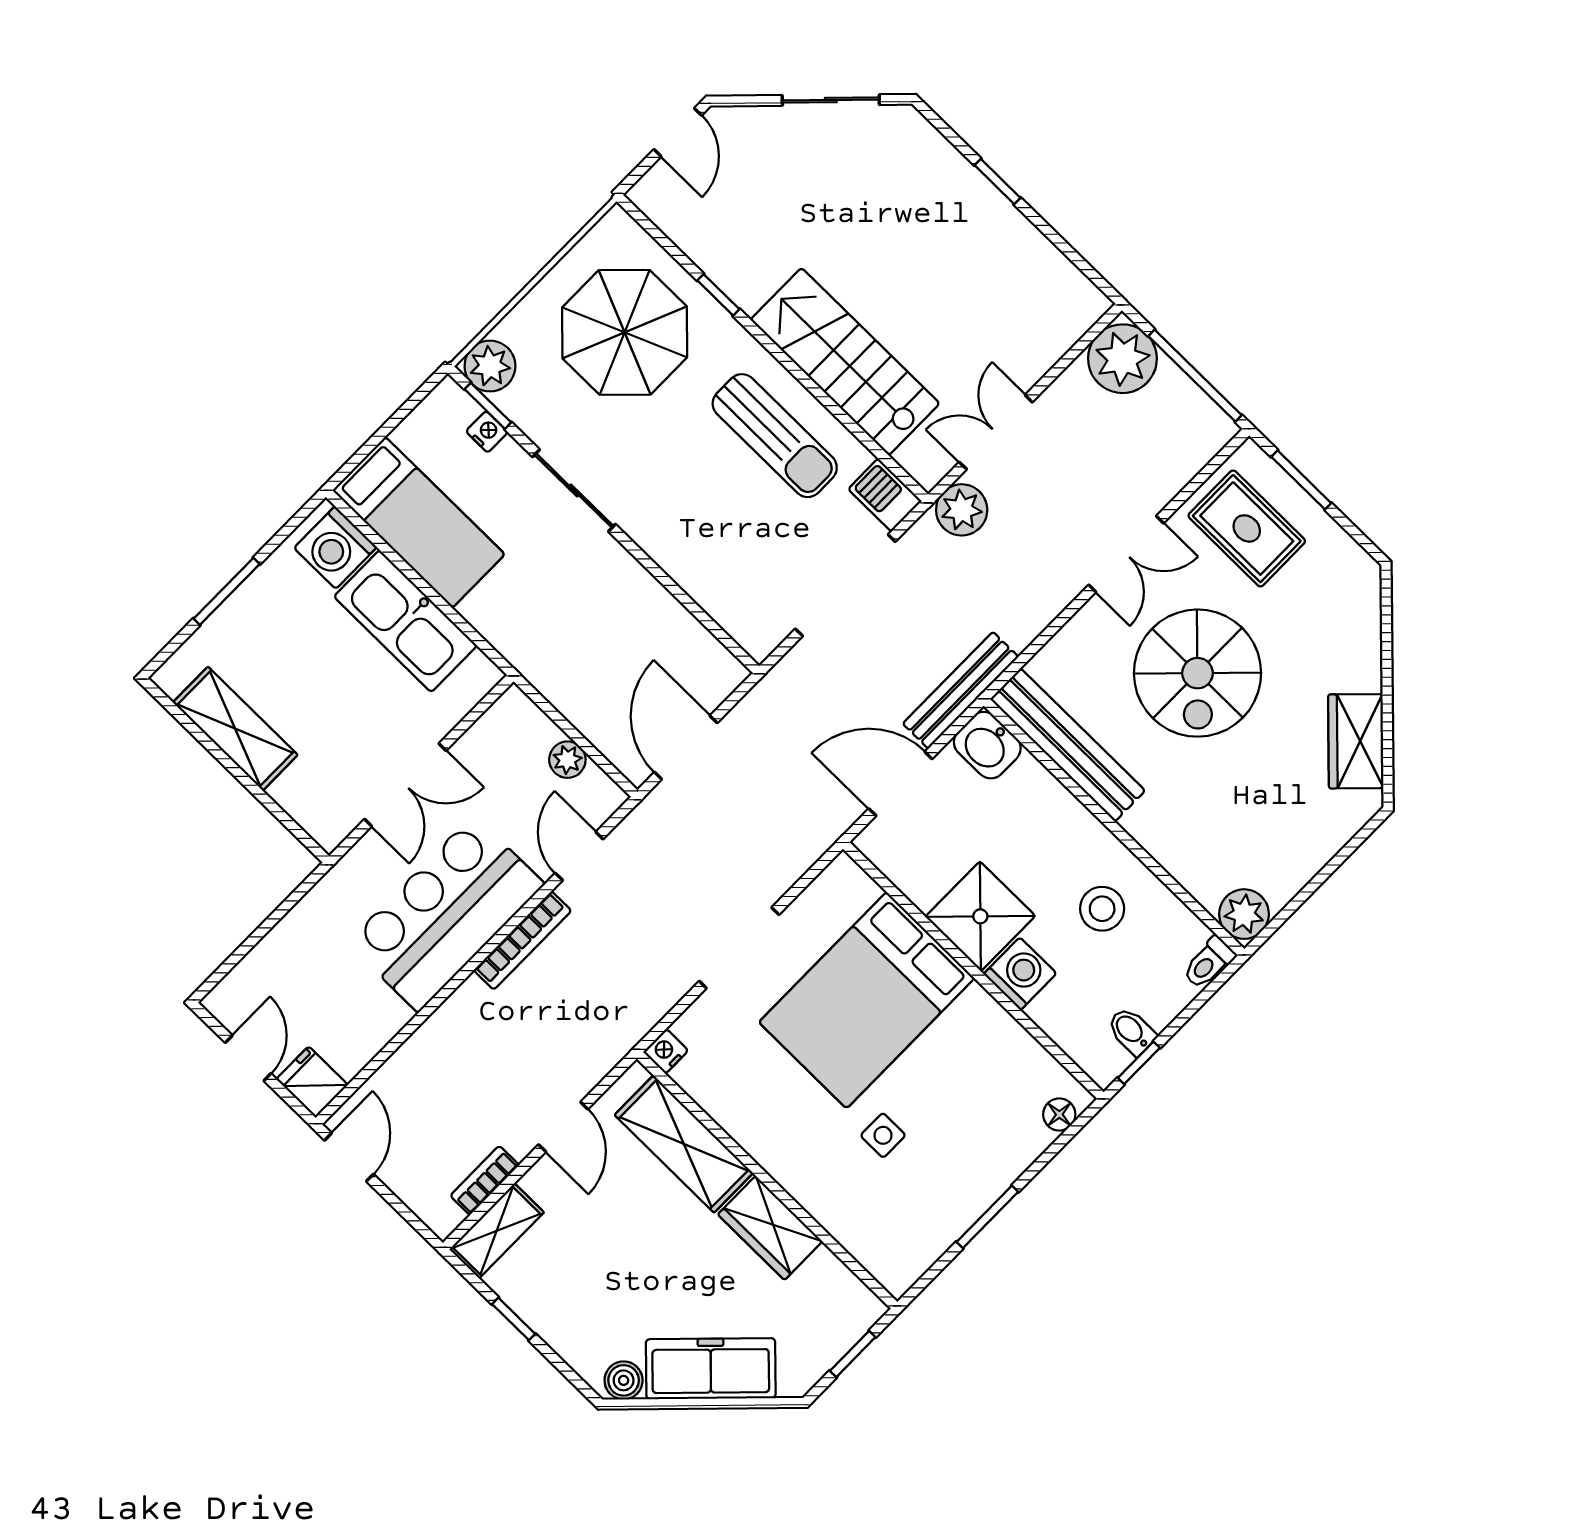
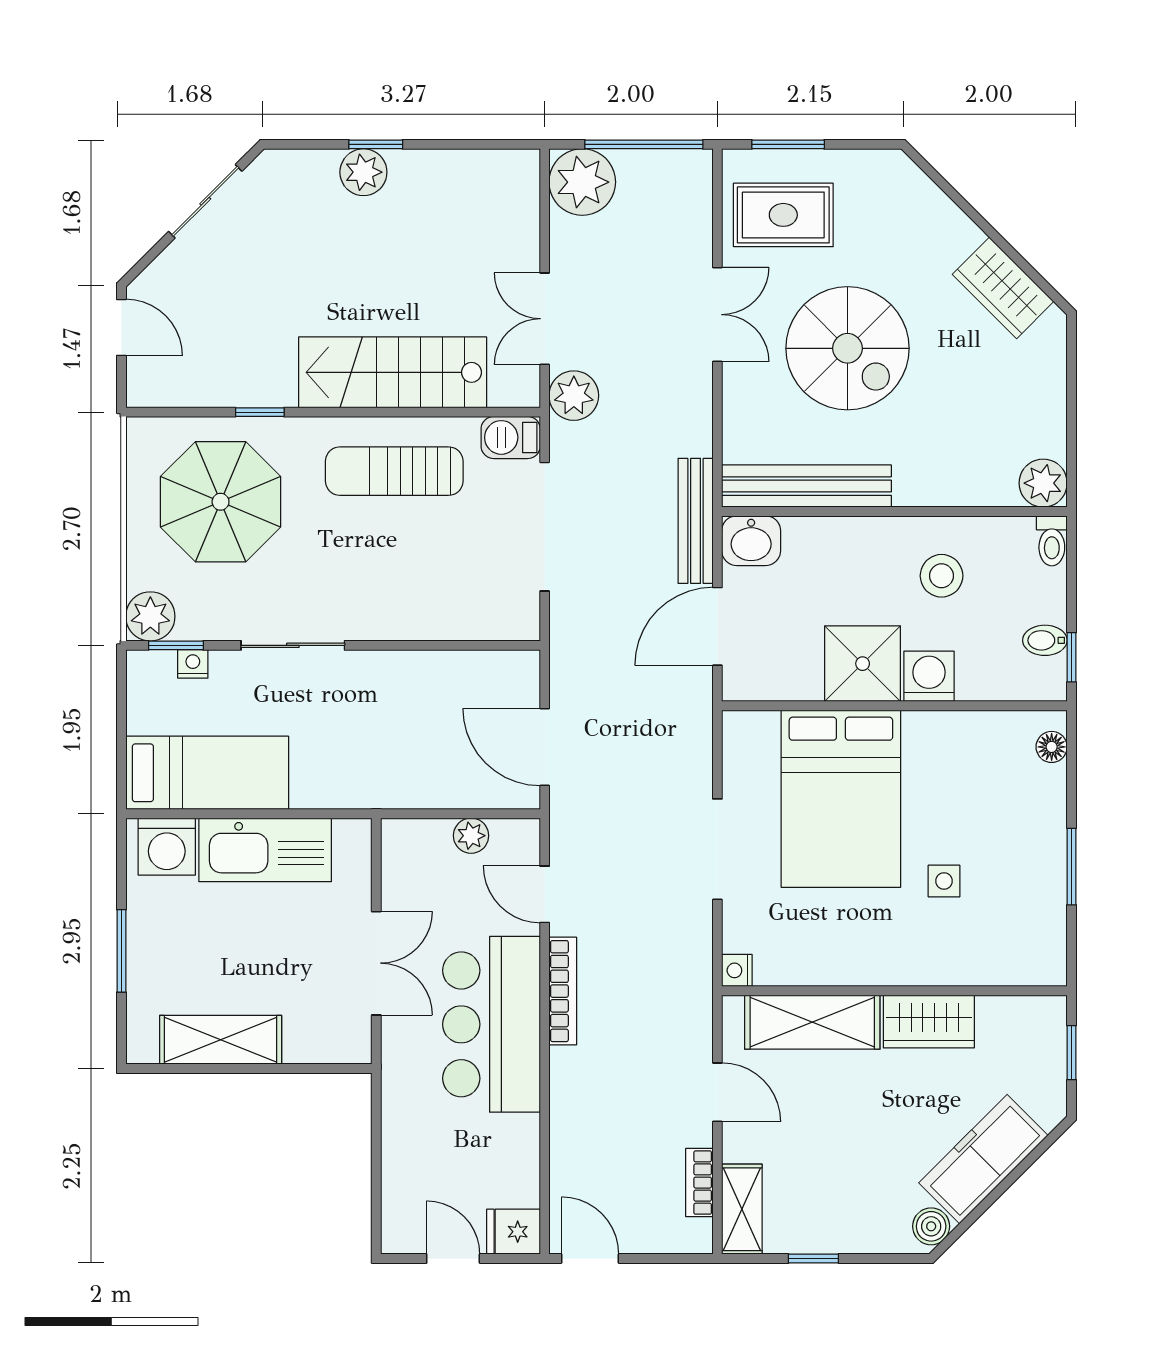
plant: (968, 193) -> (363, 172), added
sun lounger: (775, 436) -> (394, 471), turned 180

